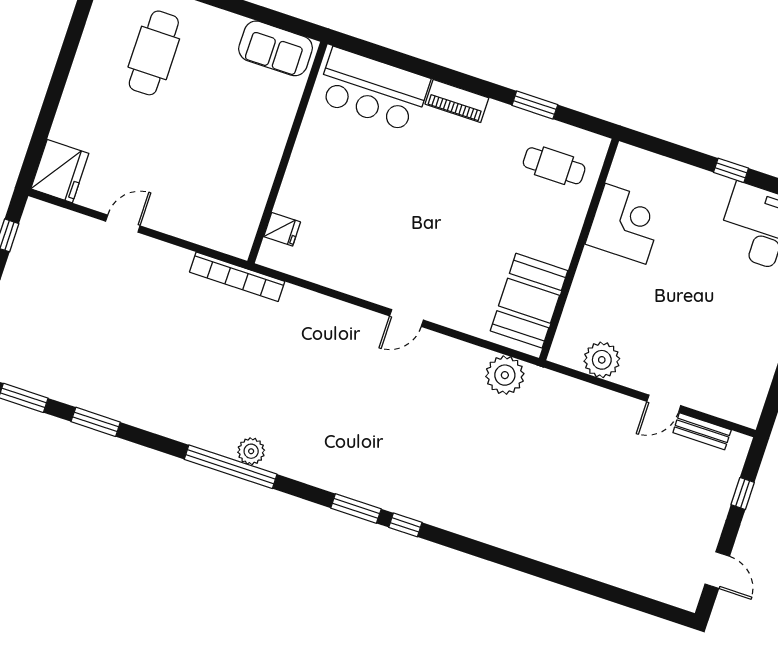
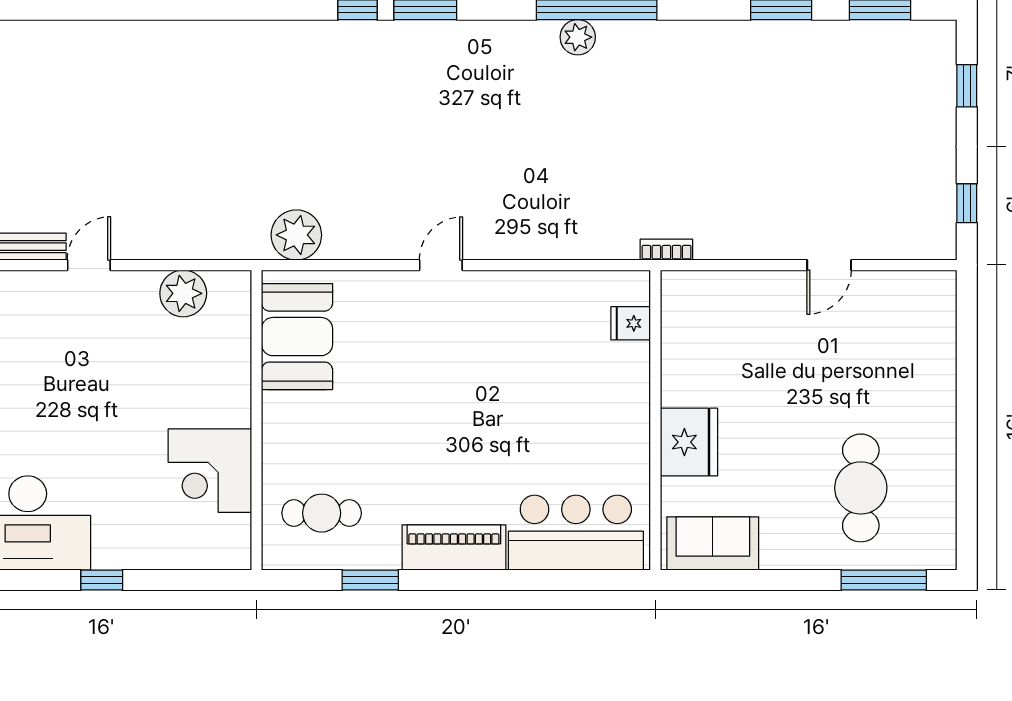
piano: (457, 101) -> (454, 547), width x1.37, depth x1.33
fridge: (60, 171) -> (689, 442), moved, turned 180
bookcase: (237, 277) -> (666, 250), width x0.43, depth x0.76

